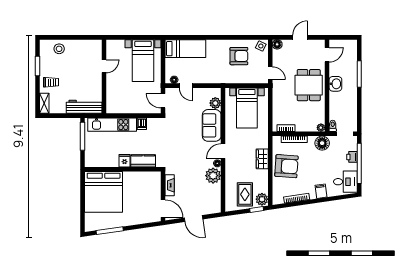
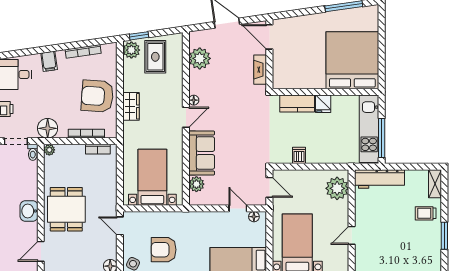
stool: (59, 49) -> (414, 260), removed
plant: (114, 100) -> (337, 188), added
kitchen unit: (112, 125) -> (369, 129), moved, turned -90
plant: (213, 176) -> (200, 58), moved

